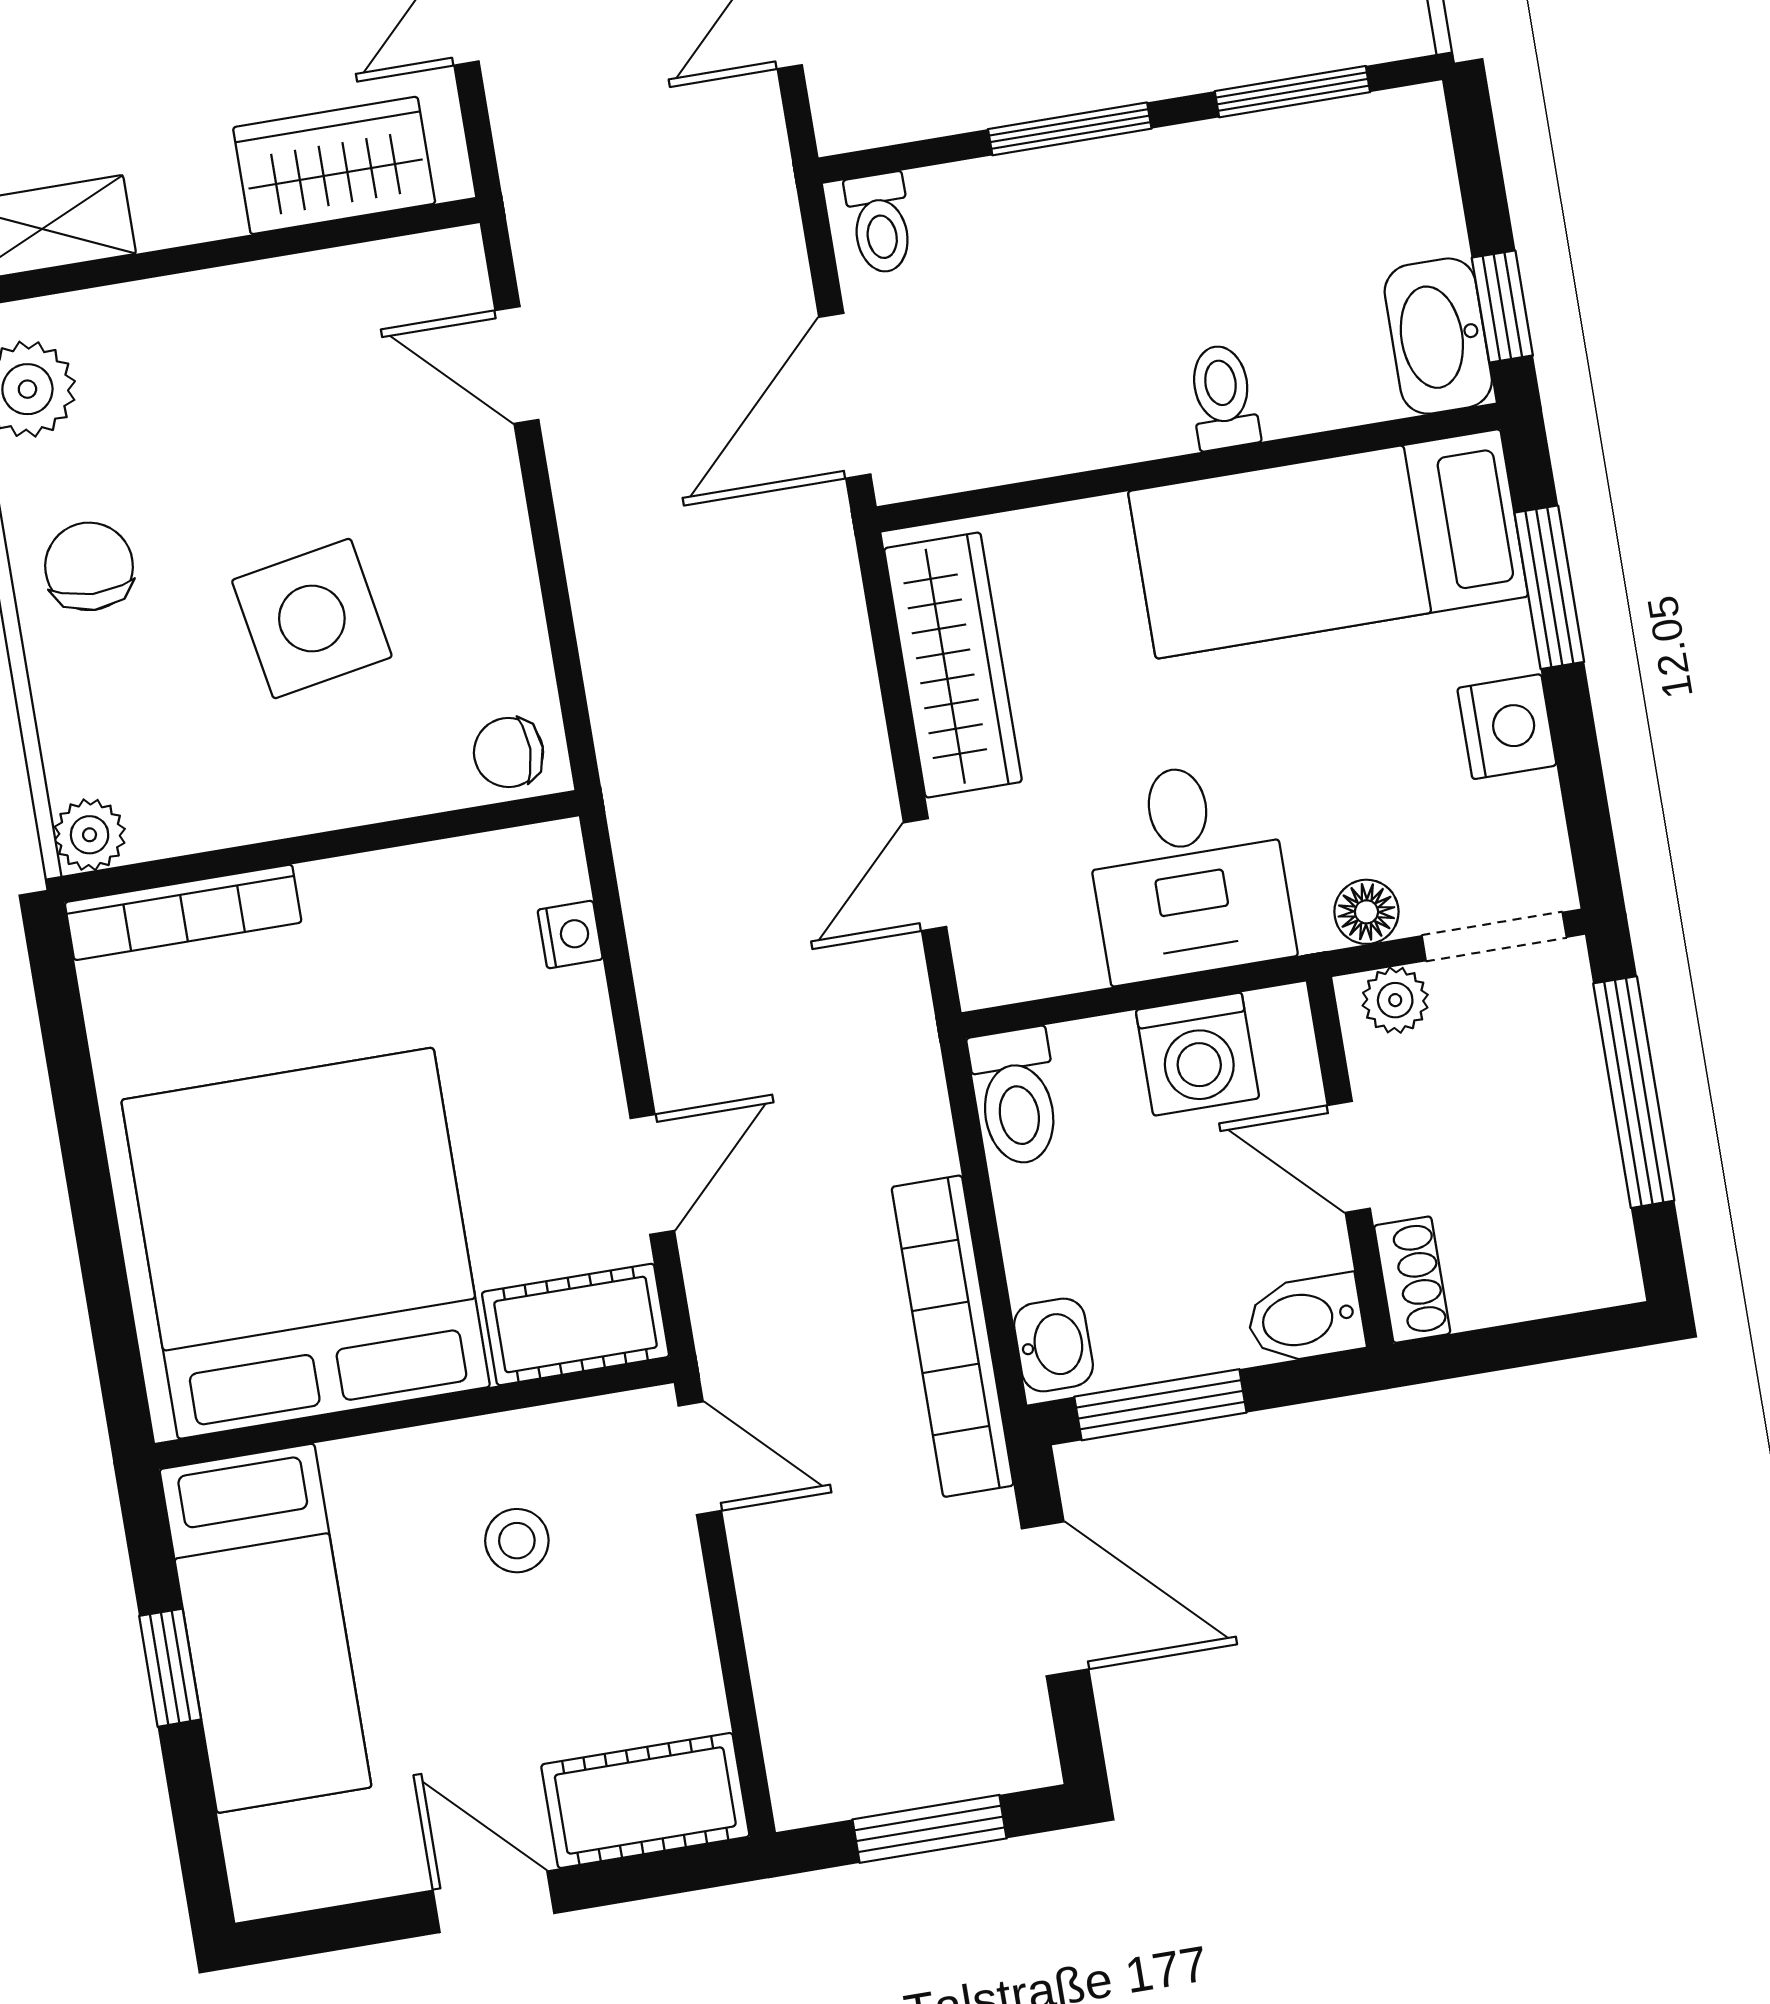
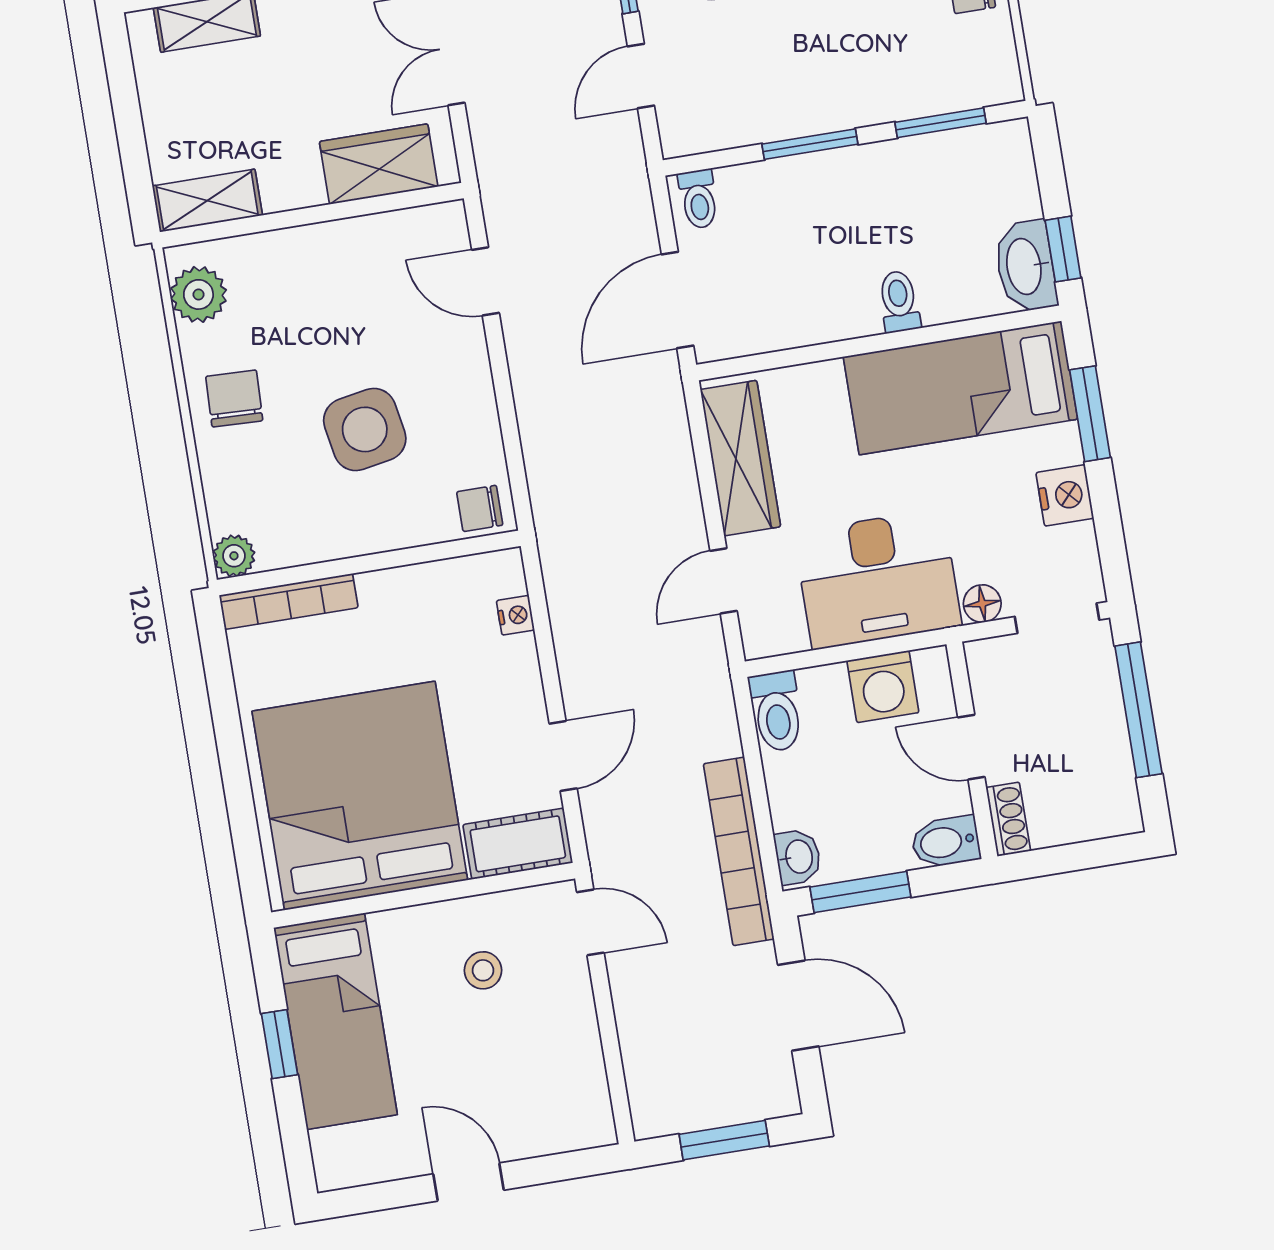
desk: (1188, 871) -> (878, 579), width x1.37
plant: (1395, 1000) -> (999, 655), removed
cot: (645, 1801) -> (558, 1123), removed

